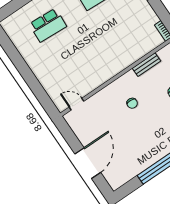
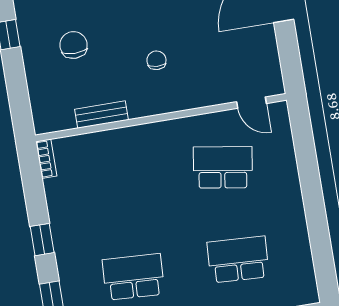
school desk: (76, 66) -> (223, 167), added

